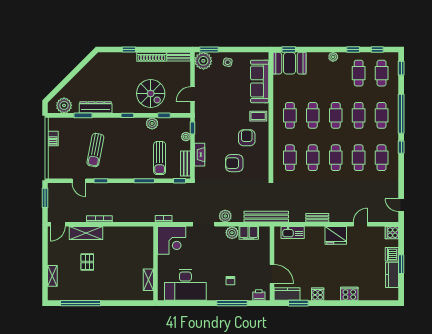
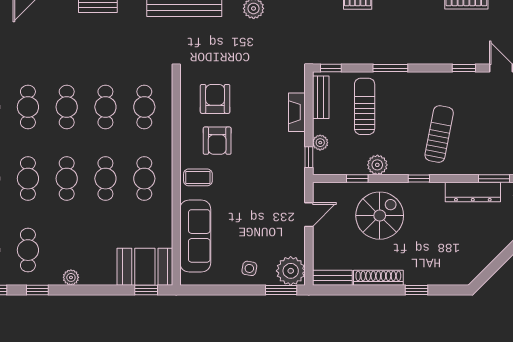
spiral stairs: (151, 94) -> (380, 216), turned 90
sun lounger: (95, 150) -> (439, 134), moved
armchair: (234, 163) -> (215, 99), moved, turned -90

